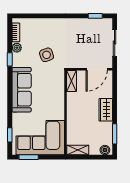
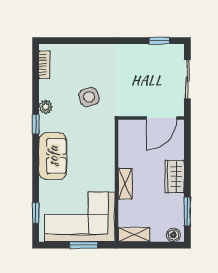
plant: (17, 48) -> (46, 107), moved
window: (10, 59) -> (36, 124), moved
shelving: (71, 81) -> (125, 184), moved
sofa: (22, 90) -> (53, 156), width x0.73
window: (29, 157) -> (84, 245), moved

